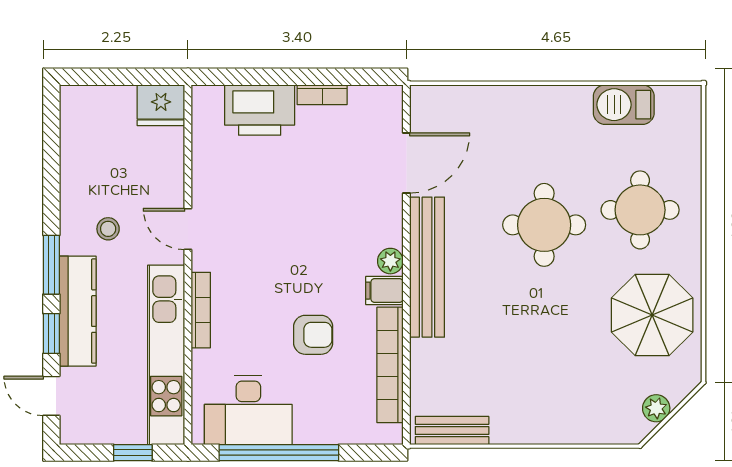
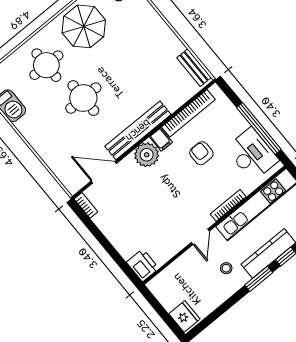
bookcase: (322, 95) -> (86, 205), moved
fridge: (161, 105) -> (184, 316), moved
printer: (260, 110) -> (143, 265), moved, width x0.73, depth x0.84
plant: (390, 261) -> (147, 155), width x1.88, depth x1.88

